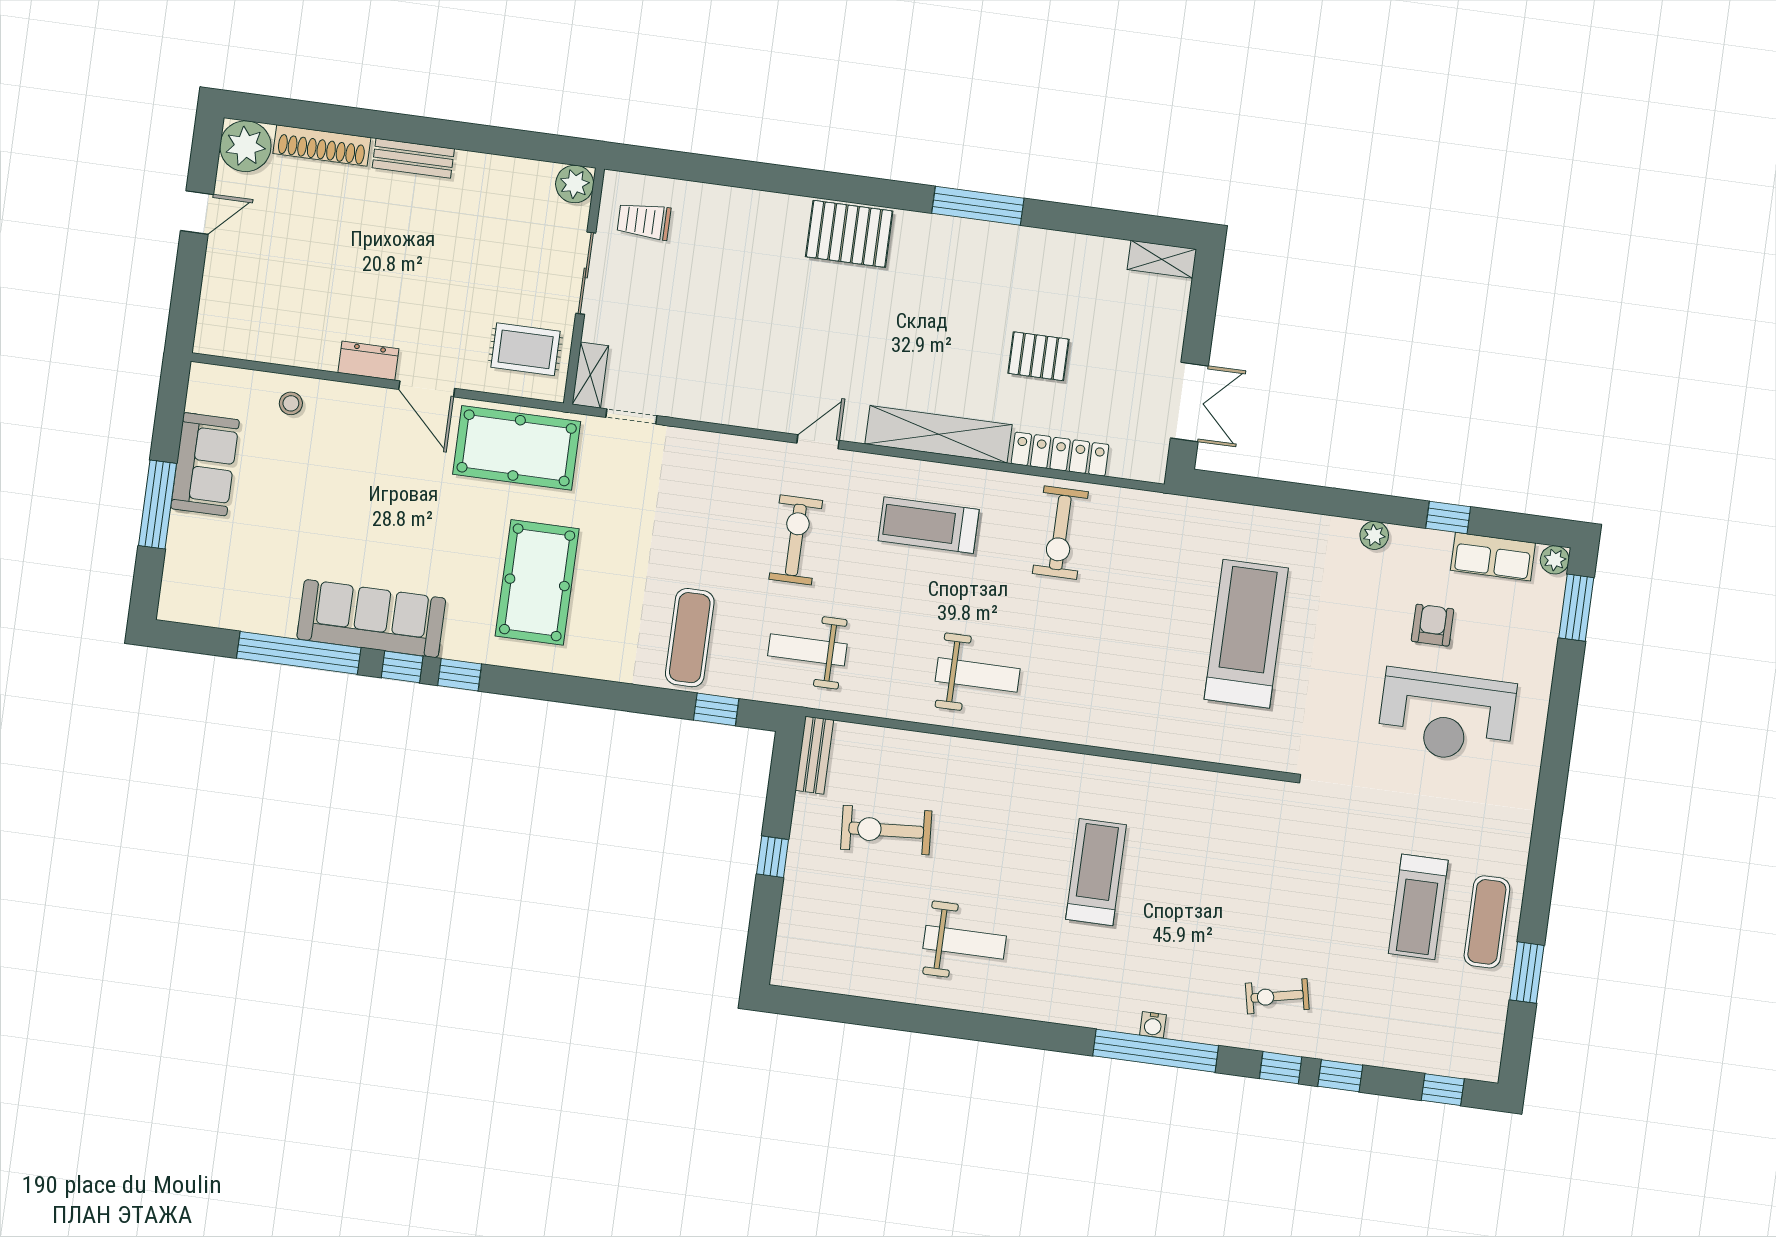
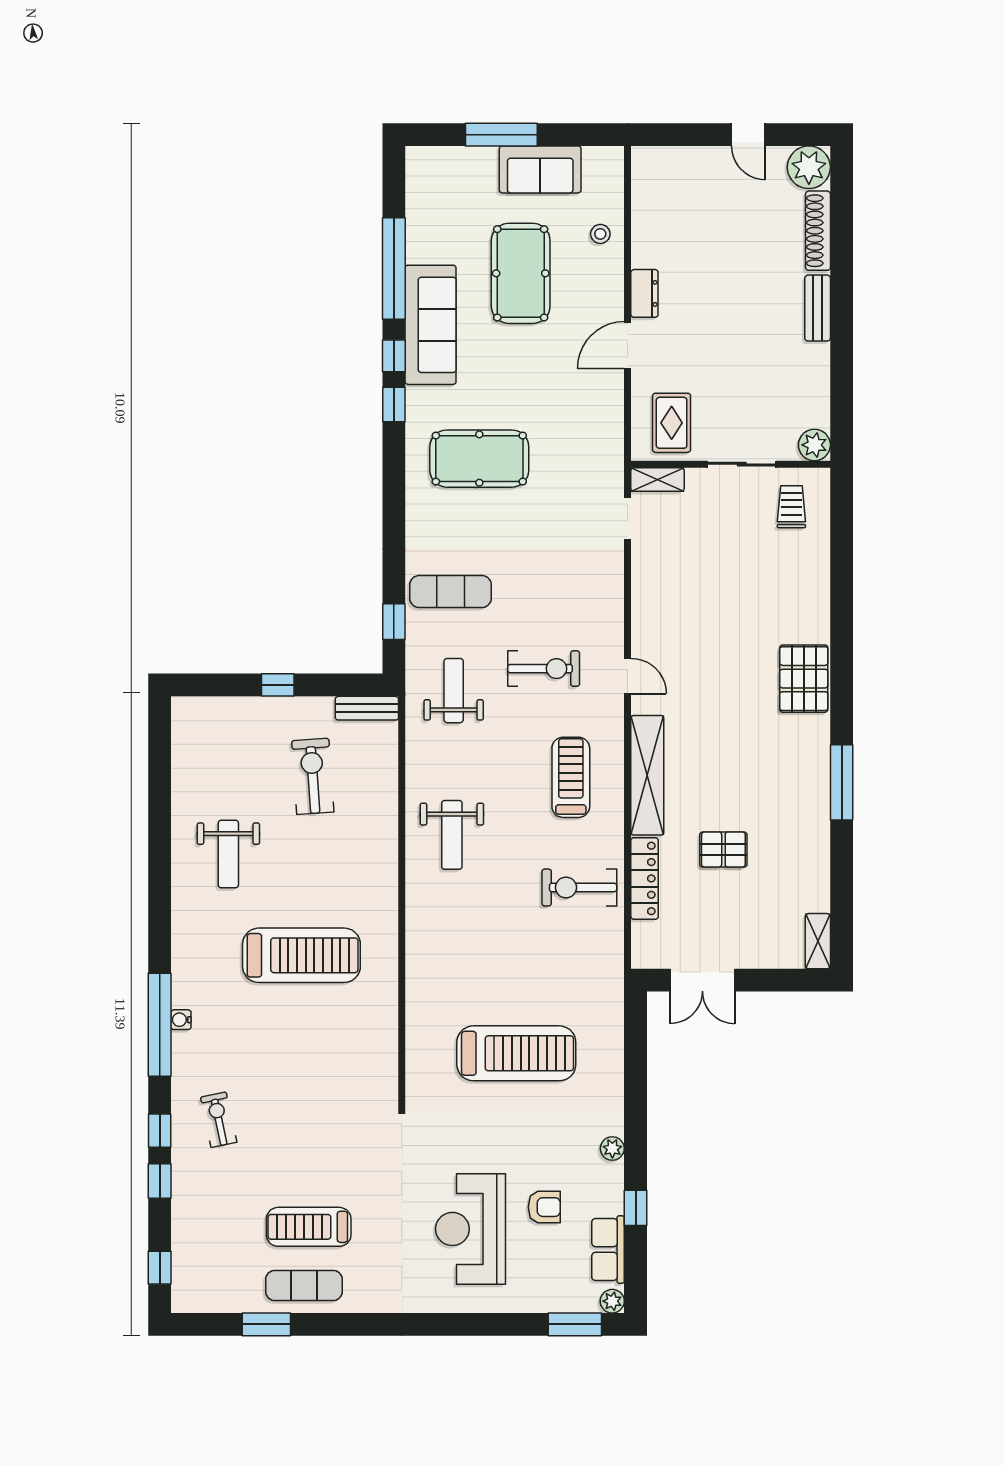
pallet: (1038, 356) -> (723, 850), turned 90
pool table: (517, 448) -> (521, 273), moved
treadmill: (1096, 872) -> (301, 955), width x1.37, depth x1.37

